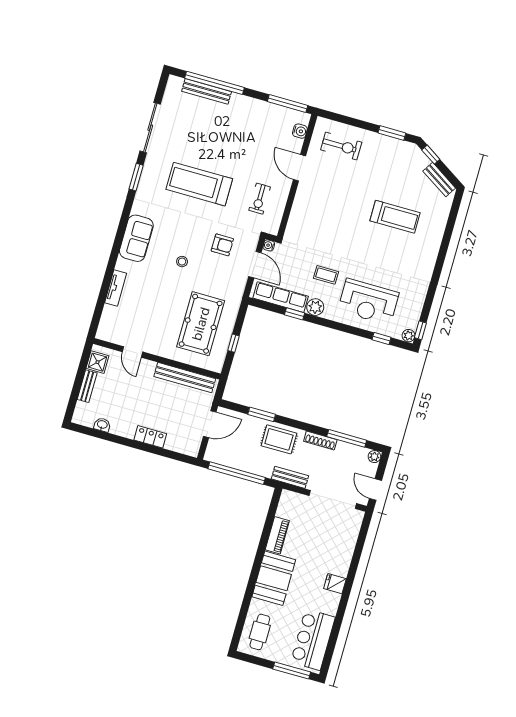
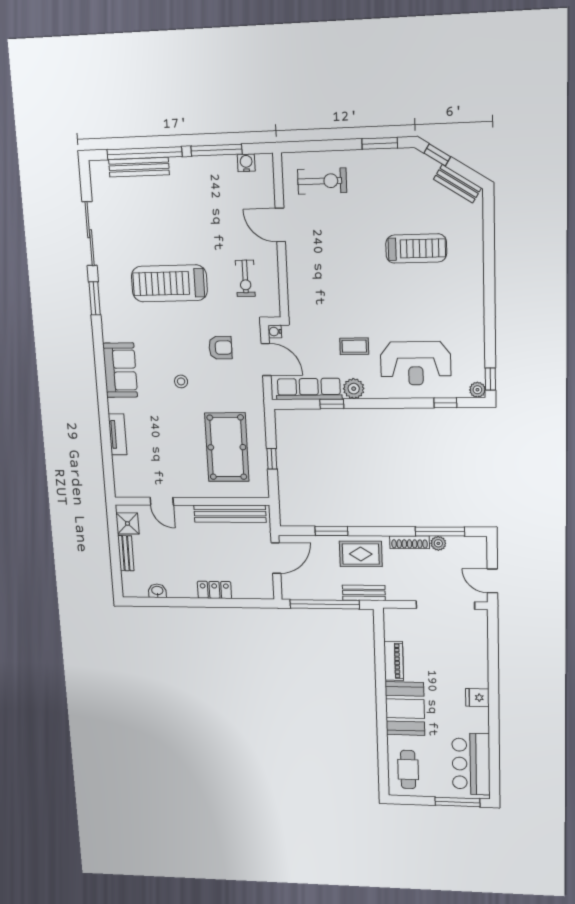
window: (288, 103) -> (217, 150), moved
water cooler: (300, 131) -> (246, 163), moved, turned -90
plant: (374, 457) -> (438, 543), moved
bench: (290, 477) -> (364, 593), moved

